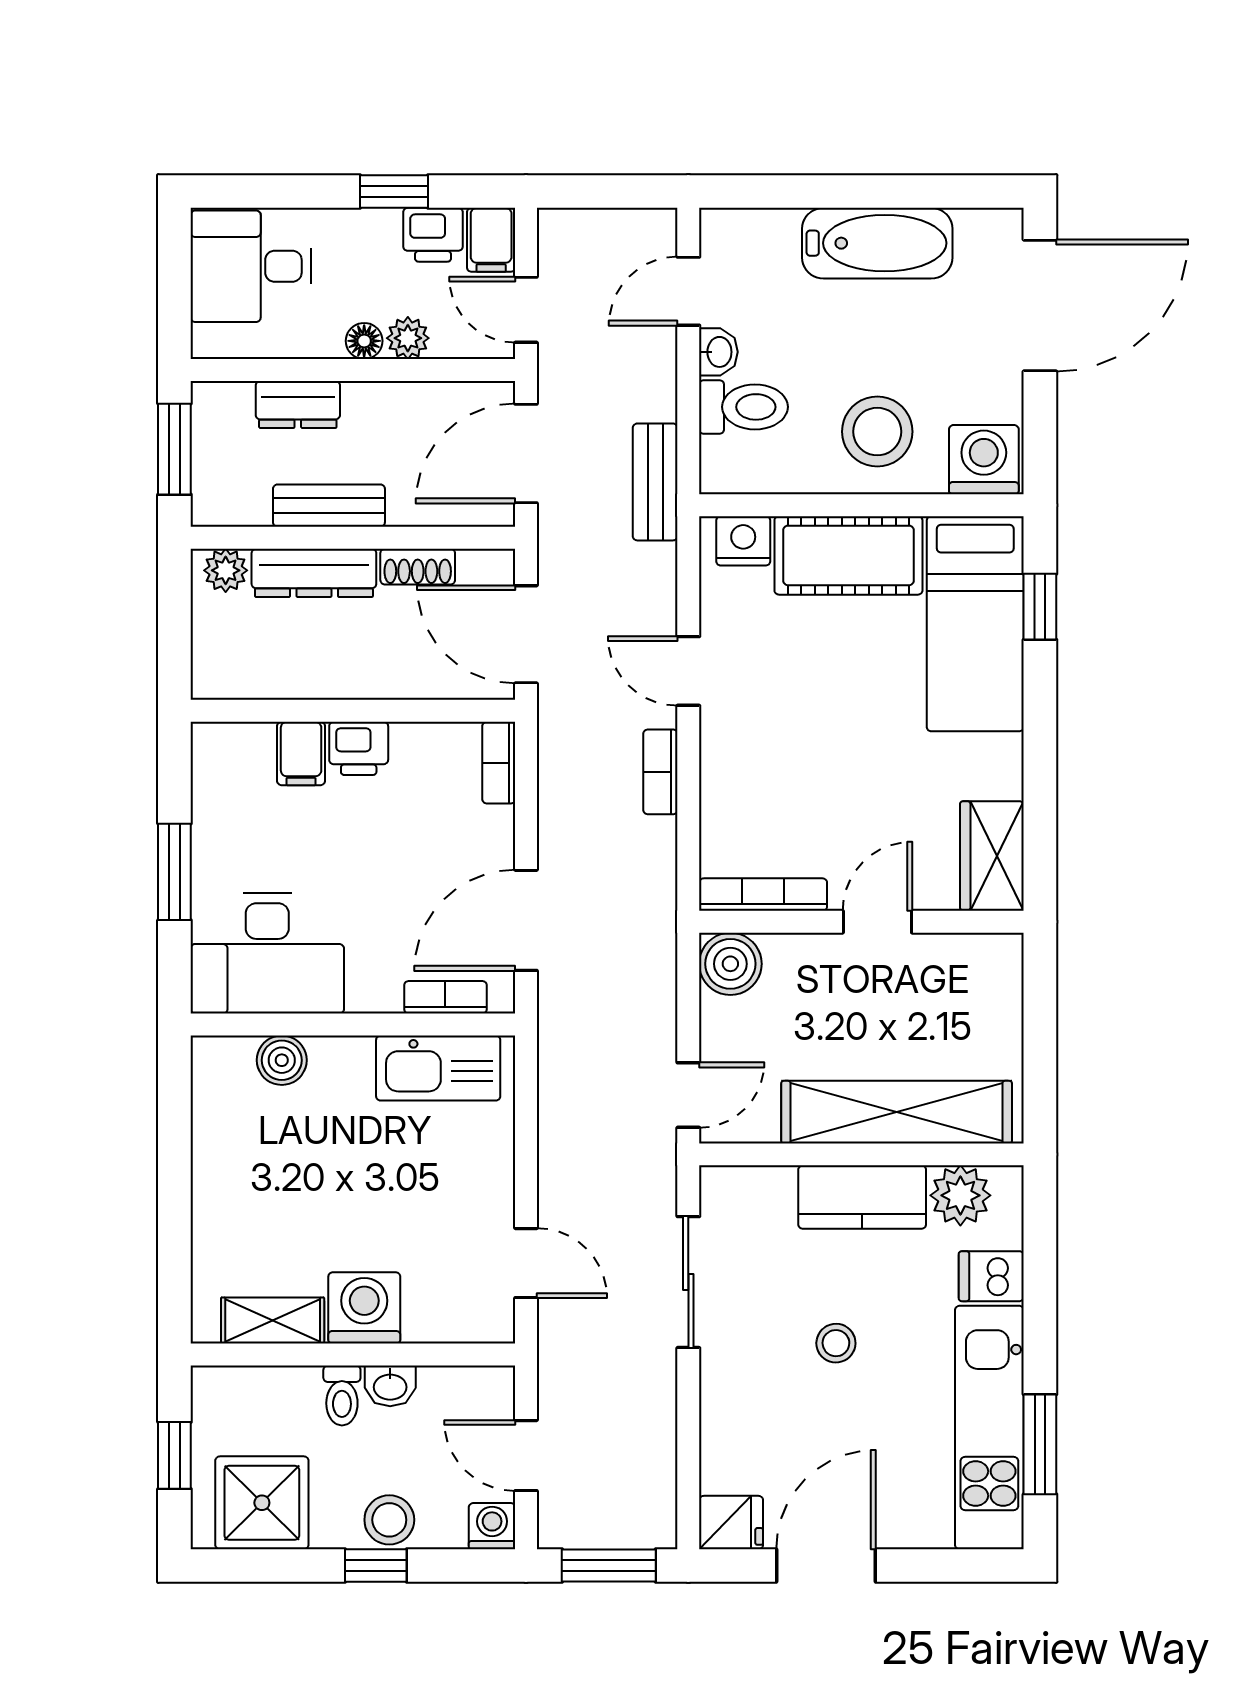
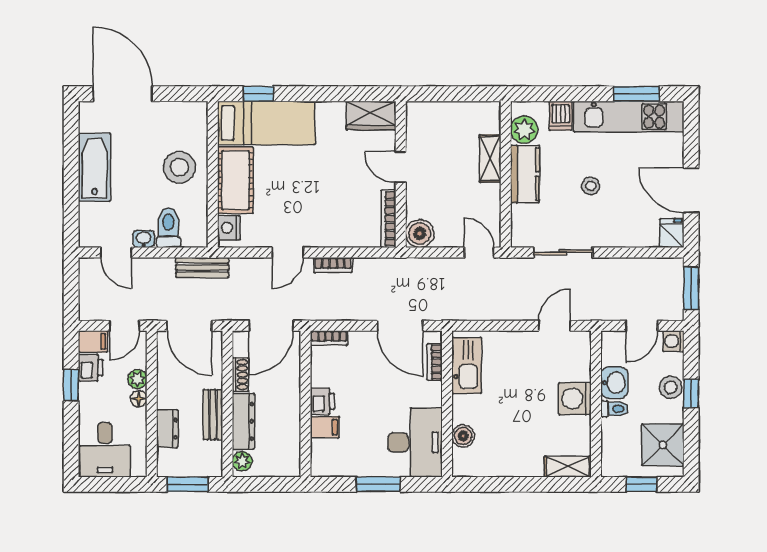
washing machine: (984, 460) -> (192, 119), removed
shelving: (897, 1112) -> (490, 159), width x0.45, depth x0.75
shelving: (273, 1321) -> (568, 467), moved, turned 90
washbasin: (390, 1386) -> (614, 383), width x1.38, depth x1.45

